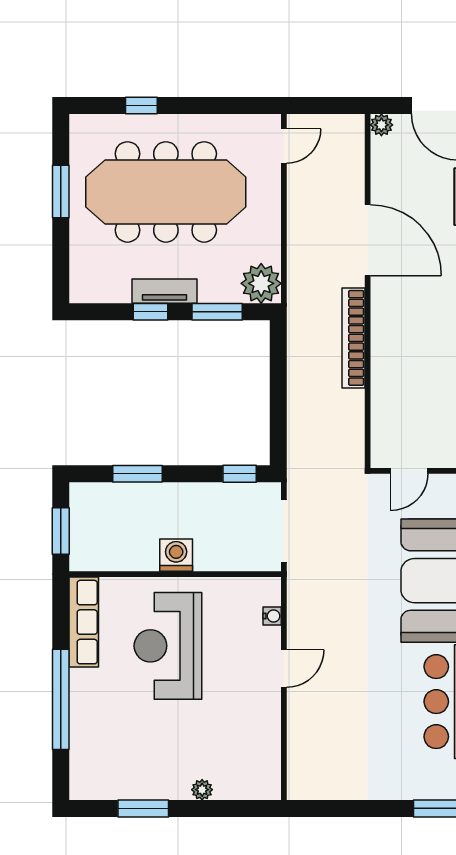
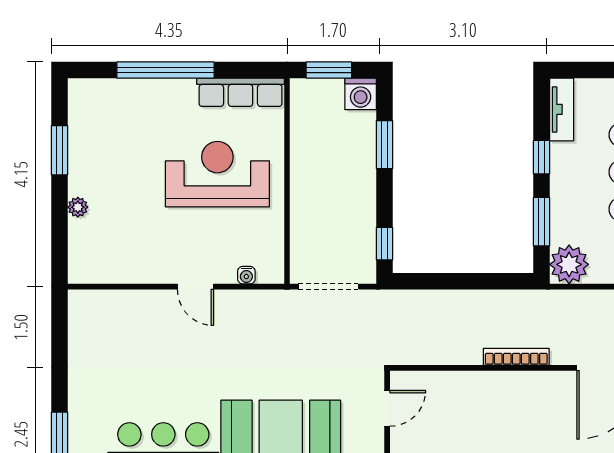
tv unit: (164, 291) -> (562, 109), moved
bookcase: (353, 338) -> (516, 357), width x0.68, depth x0.76
door: (409, 471) -> (387, 408), swing flipped
washing machine: (176, 555) -> (361, 94), moved, turned 90

